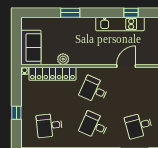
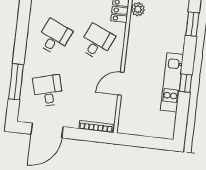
window: (131, 13) -> (186, 83), moved
door: (126, 66) -> (121, 84), swing flipped

